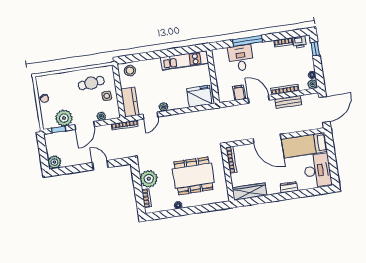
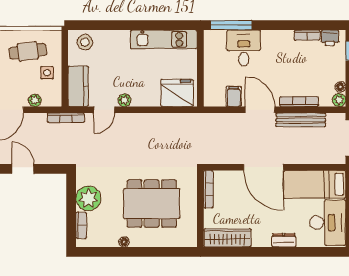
window: (248, 41) -> (231, 25), moved
bench: (288, 102) -> (301, 120), width x1.36

